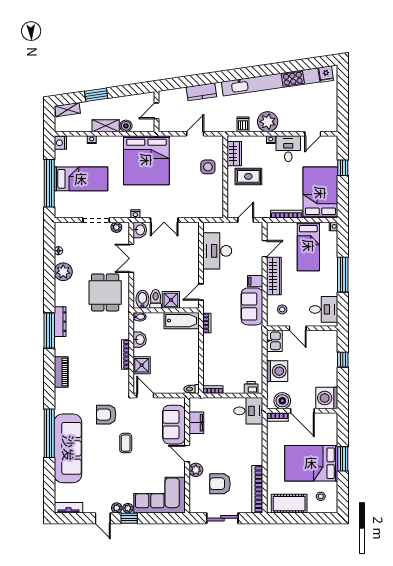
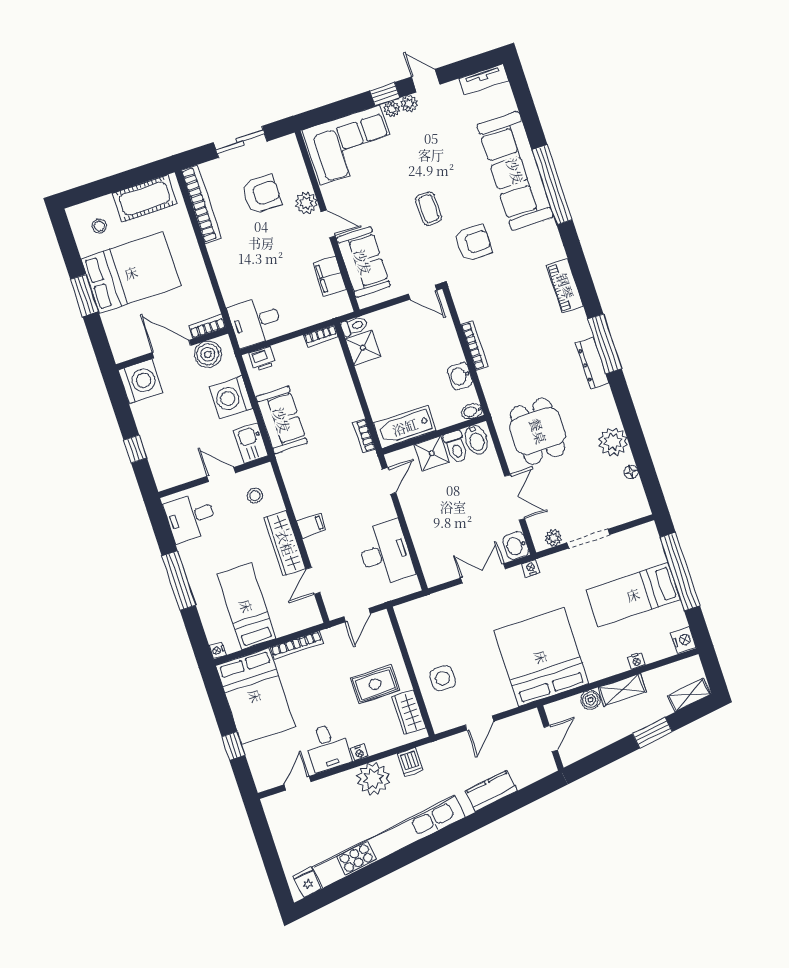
sofa: (252, 306) -> (282, 420), moved
shower: (142, 365) -> (363, 348), moved

